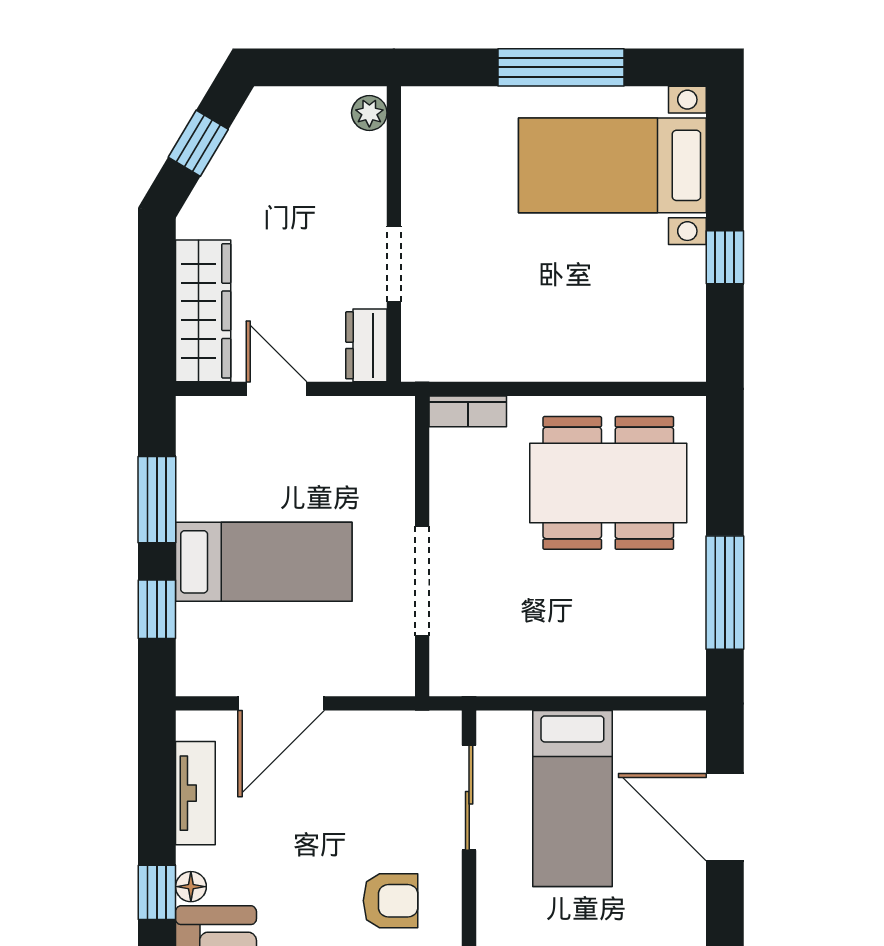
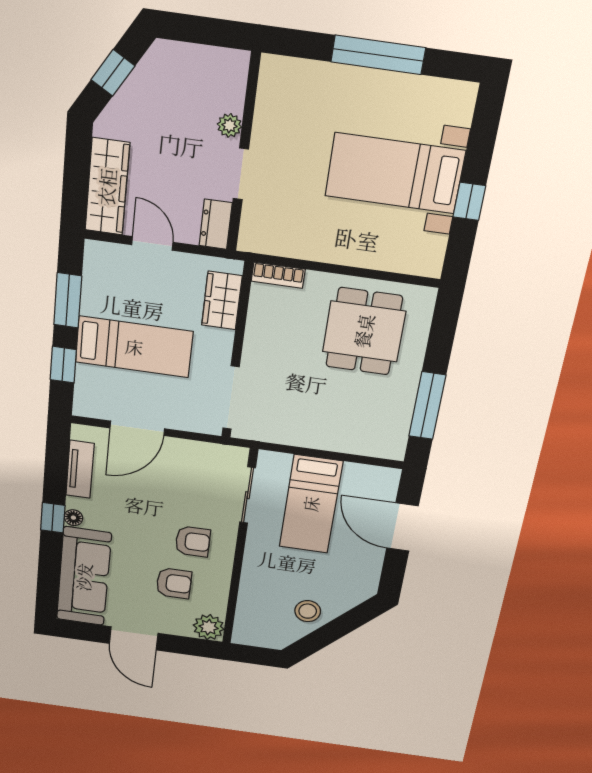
plant: (369, 113) -> (229, 125), moved
bed with nightstands: (612, 165) -> (395, 173), moved
wardrobe: (389, 465) -> (222, 301), added
dining table: (608, 483) -> (364, 331), width x0.73
doorway: (422, 581) -> (231, 398), moved

